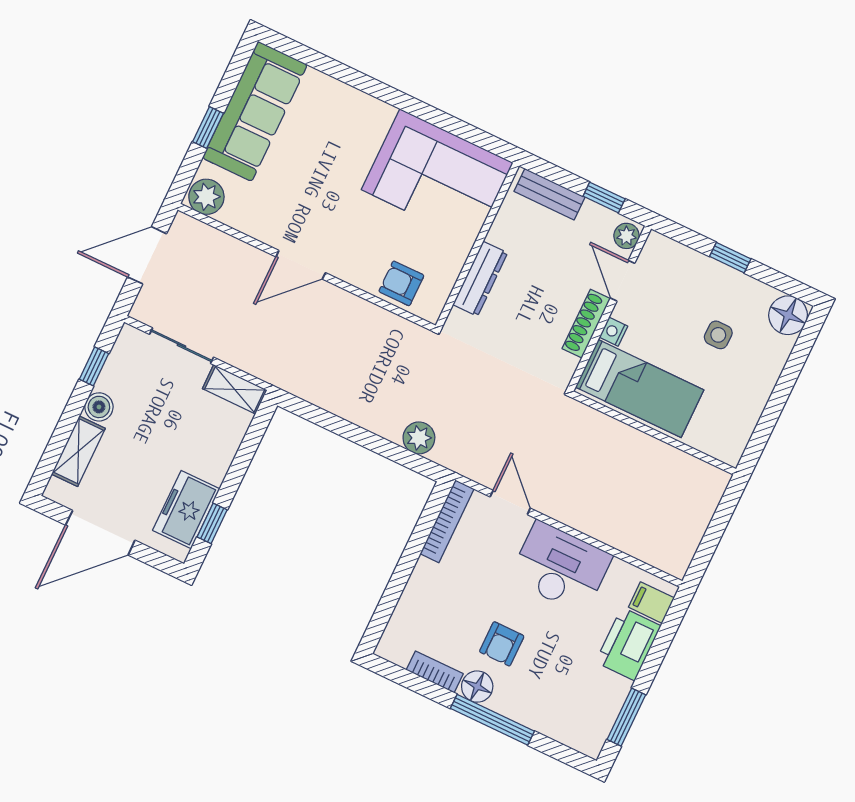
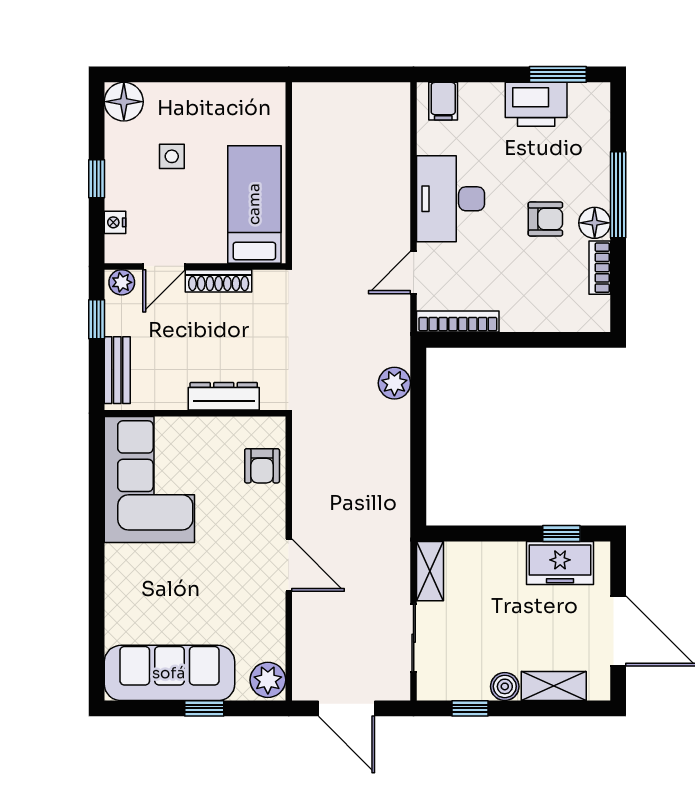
nightstand: (613, 332) -> (115, 222), moved, turned 90
printer: (628, 644) -> (536, 104), moved

